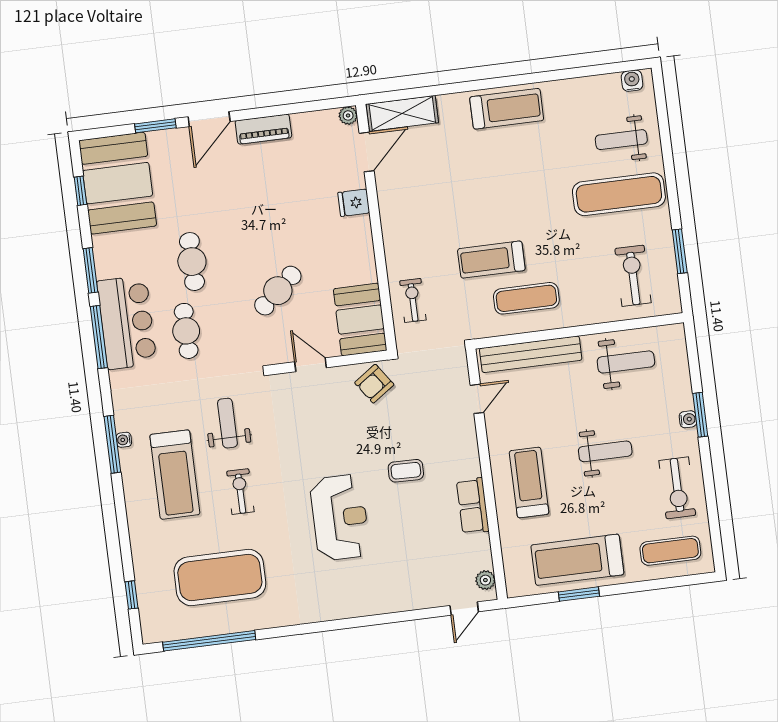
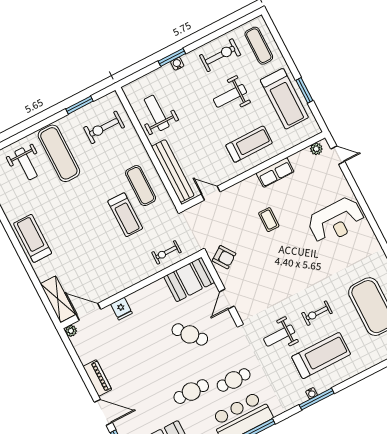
weight bench: (605, 451) -> (230, 96), moved, turned -90
treadmill: (529, 482) -> (249, 144), turned 180
reception desk: (340, 517) -> (336, 221), moved, turned 180

